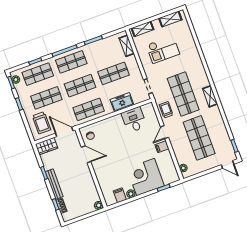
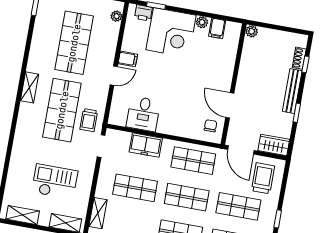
trolley: (166, 110) -> (89, 120), moved
printer: (169, 179) -> (143, 13), added

